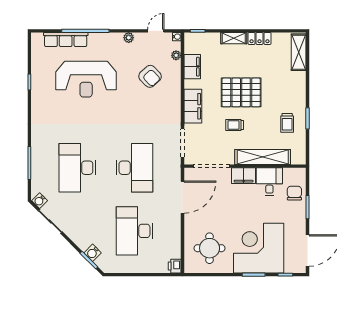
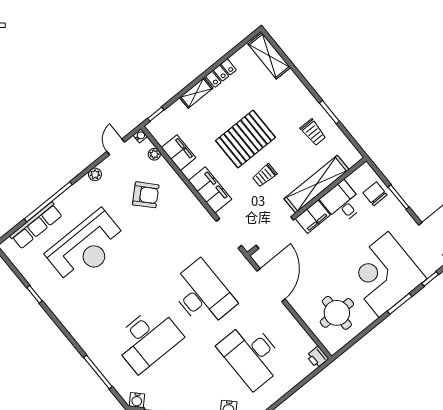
desk: (77, 168) -> (147, 339), turned -90

